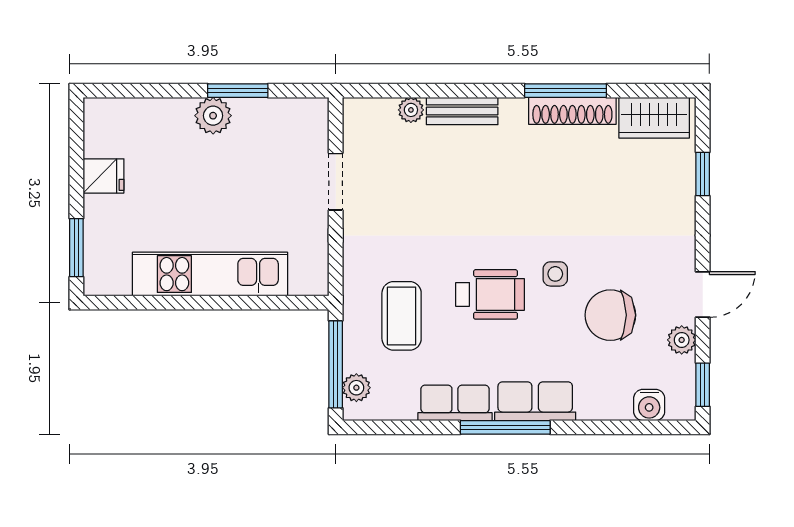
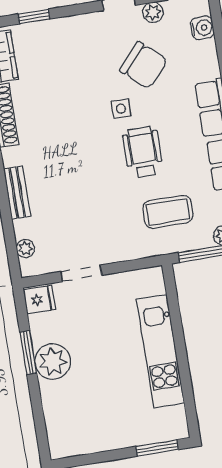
plant: (411, 110) -> (25, 248), moved
plant: (213, 116) -> (53, 362), width x1.36, depth x1.36
fridge: (104, 176) -> (39, 300), moved, turned 90
chair: (610, 315) -> (144, 65), turned -48

